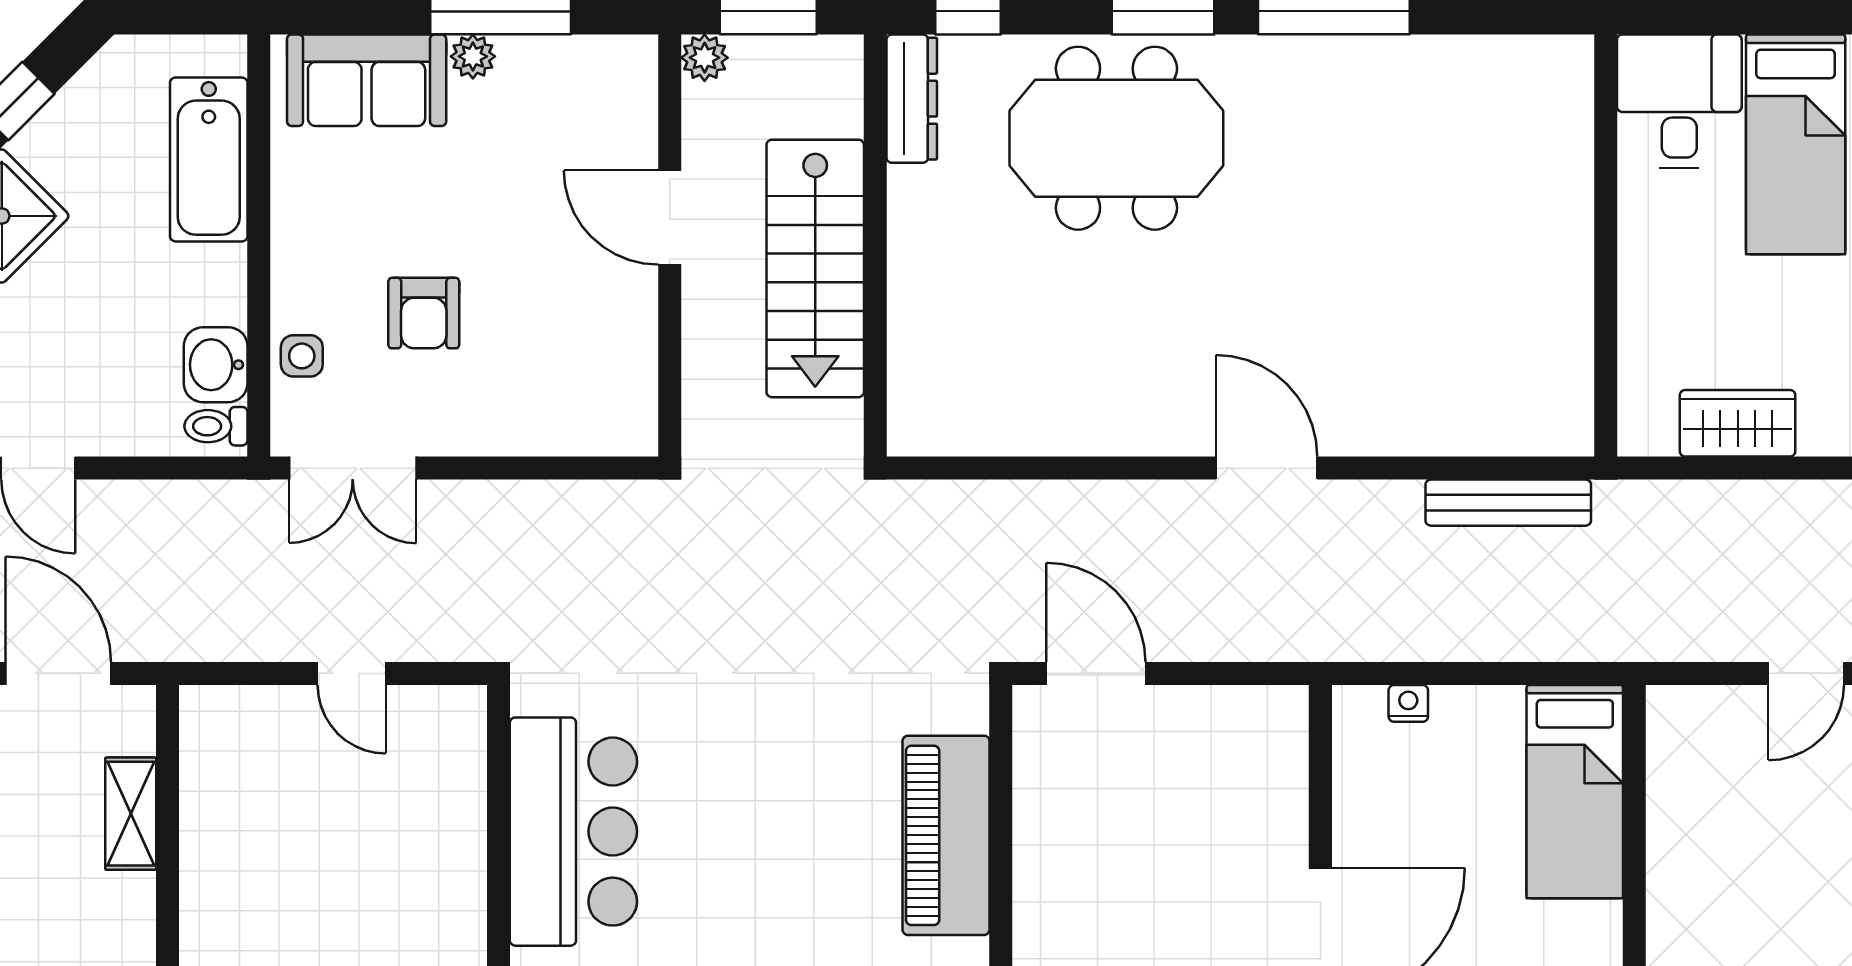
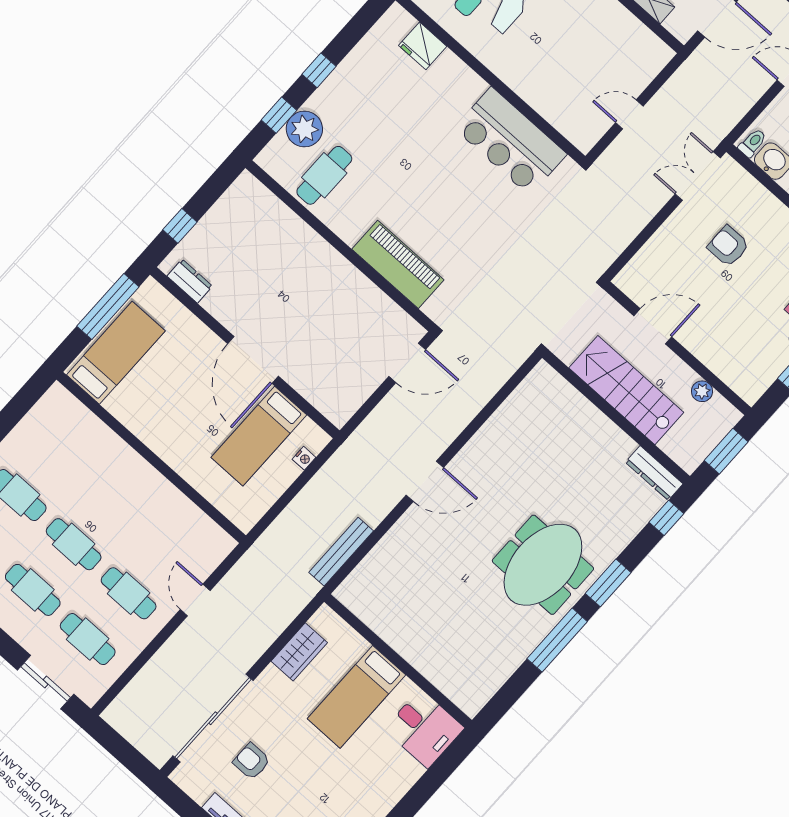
plant: (705, 58) -> (702, 391), moved
meeting table: (1116, 138) -> (543, 565), moved
bed: (1796, 144) -> (356, 697), moved, turned -90
door: (670, 217) -> (653, 326), moved
side table: (302, 356) -> (750, 193), removed
bed: (1575, 792) -> (259, 436), moved, turned -90

